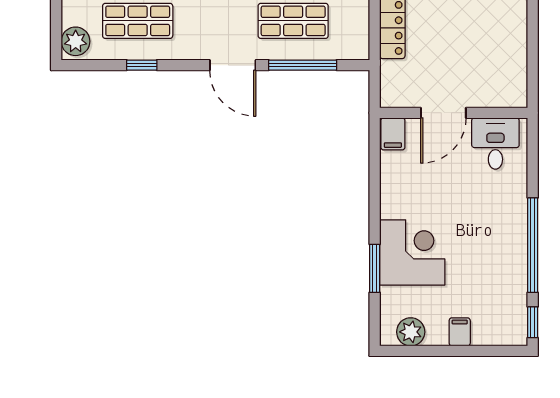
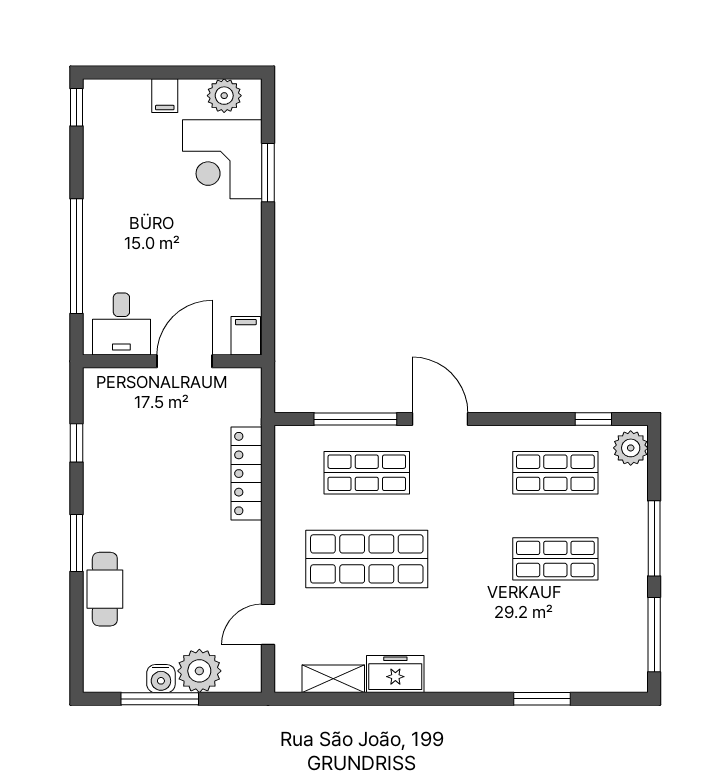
window: (533, 46) -> (76, 443), added
window: (142, 65) -> (593, 419), moved
window: (533, 245) -> (76, 256), moved
corner desk: (412, 252) -> (222, 159), moved

